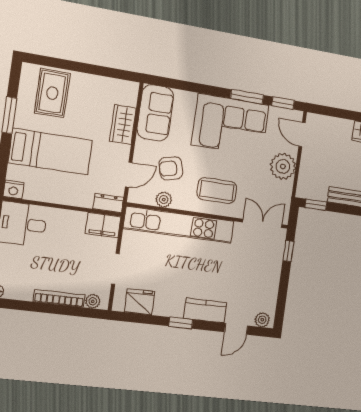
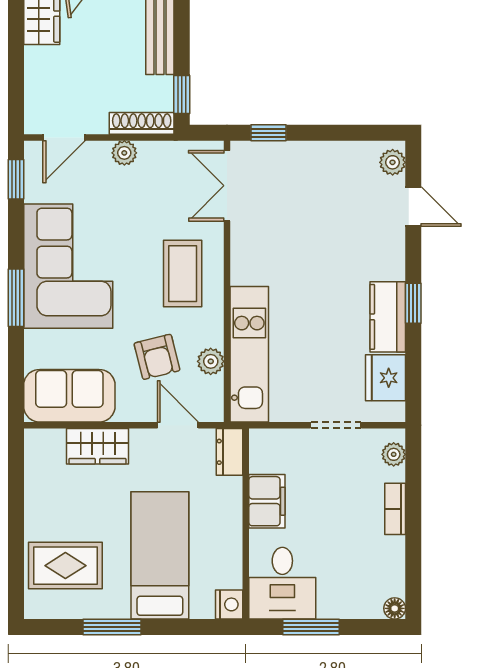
window: (247, 97) -> (16, 298), moved
plant: (283, 166) -> (124, 153), width x0.53, depth x0.53
shoe rack: (304, 180) -> (142, 123), added
filing cabinet: (103, 225) -> (267, 501), moved
kitchen unit: (179, 225) -> (249, 354), width x0.73
bookcase: (59, 298) -> (395, 509), width x0.64
kitchen counter: (205, 310) -> (388, 317), moved

